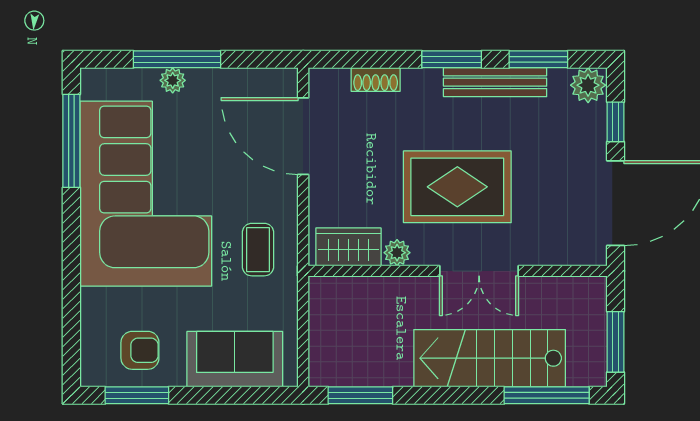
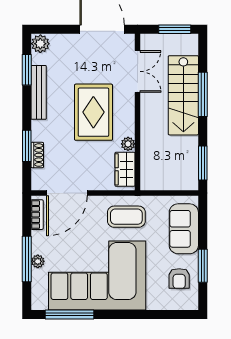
window: (452, 59) -> (27, 146), moved
bookcase: (262, 79) -> (37, 215), added
window: (616, 122) -> (59, 29), removed
coffee table: (258, 250) -> (126, 217), width x1.36, depth x1.30
double door: (479, 271) -> (138, 71), moved
armchair: (140, 350) -> (179, 279), turned 180
window: (137, 395) -> (203, 266), moved
window: (547, 395) -> (203, 94), moved

